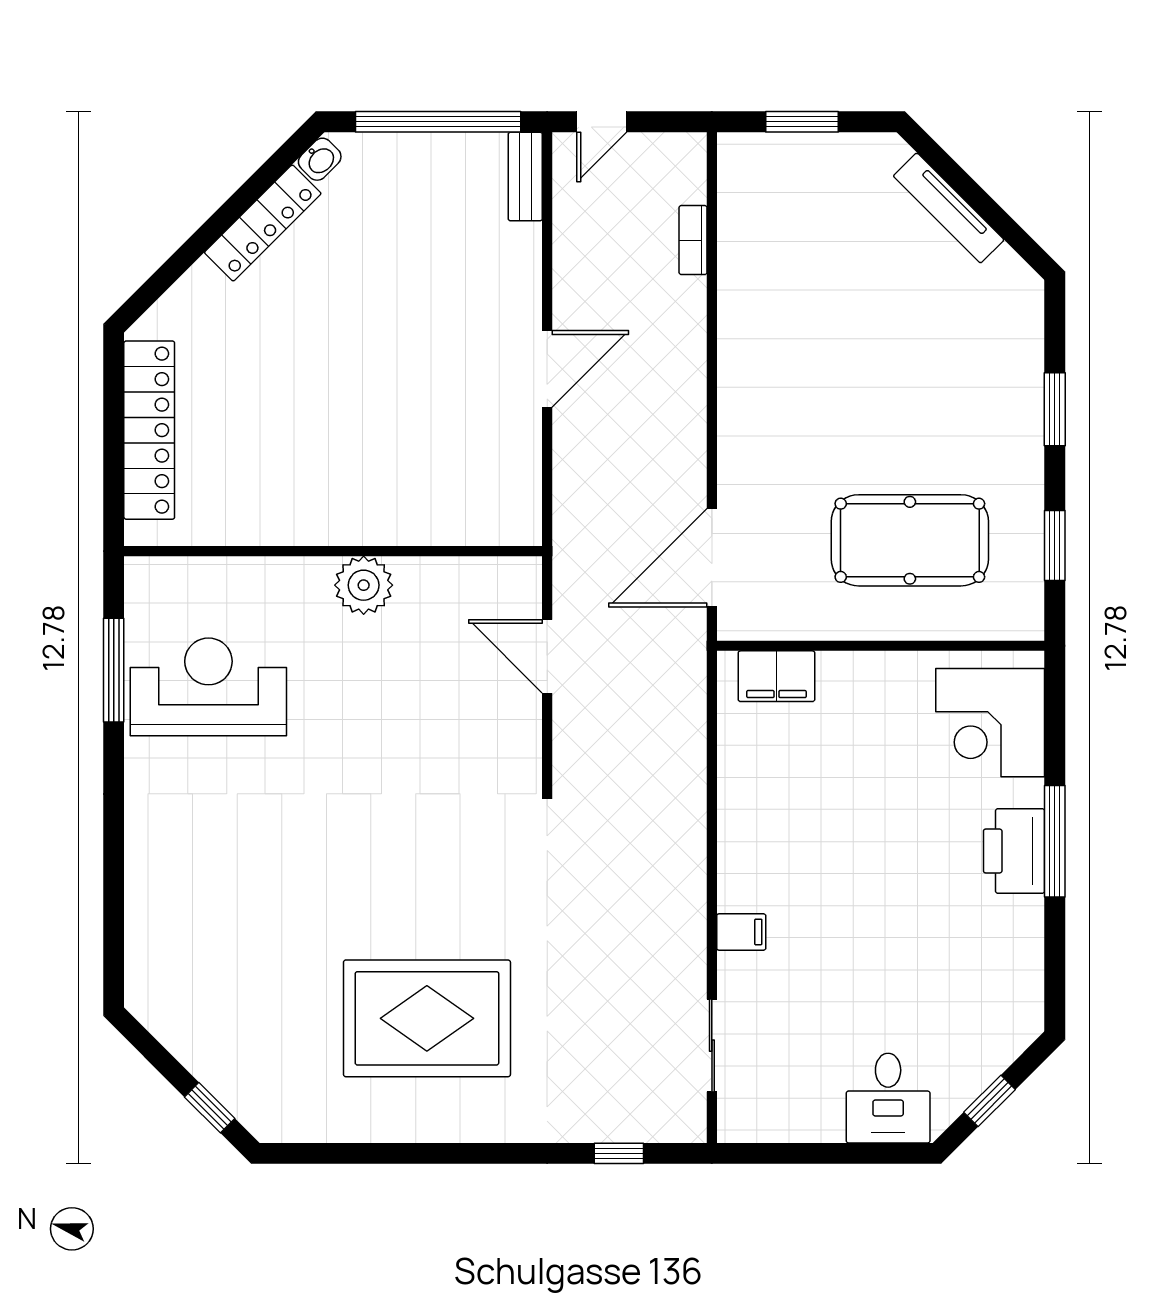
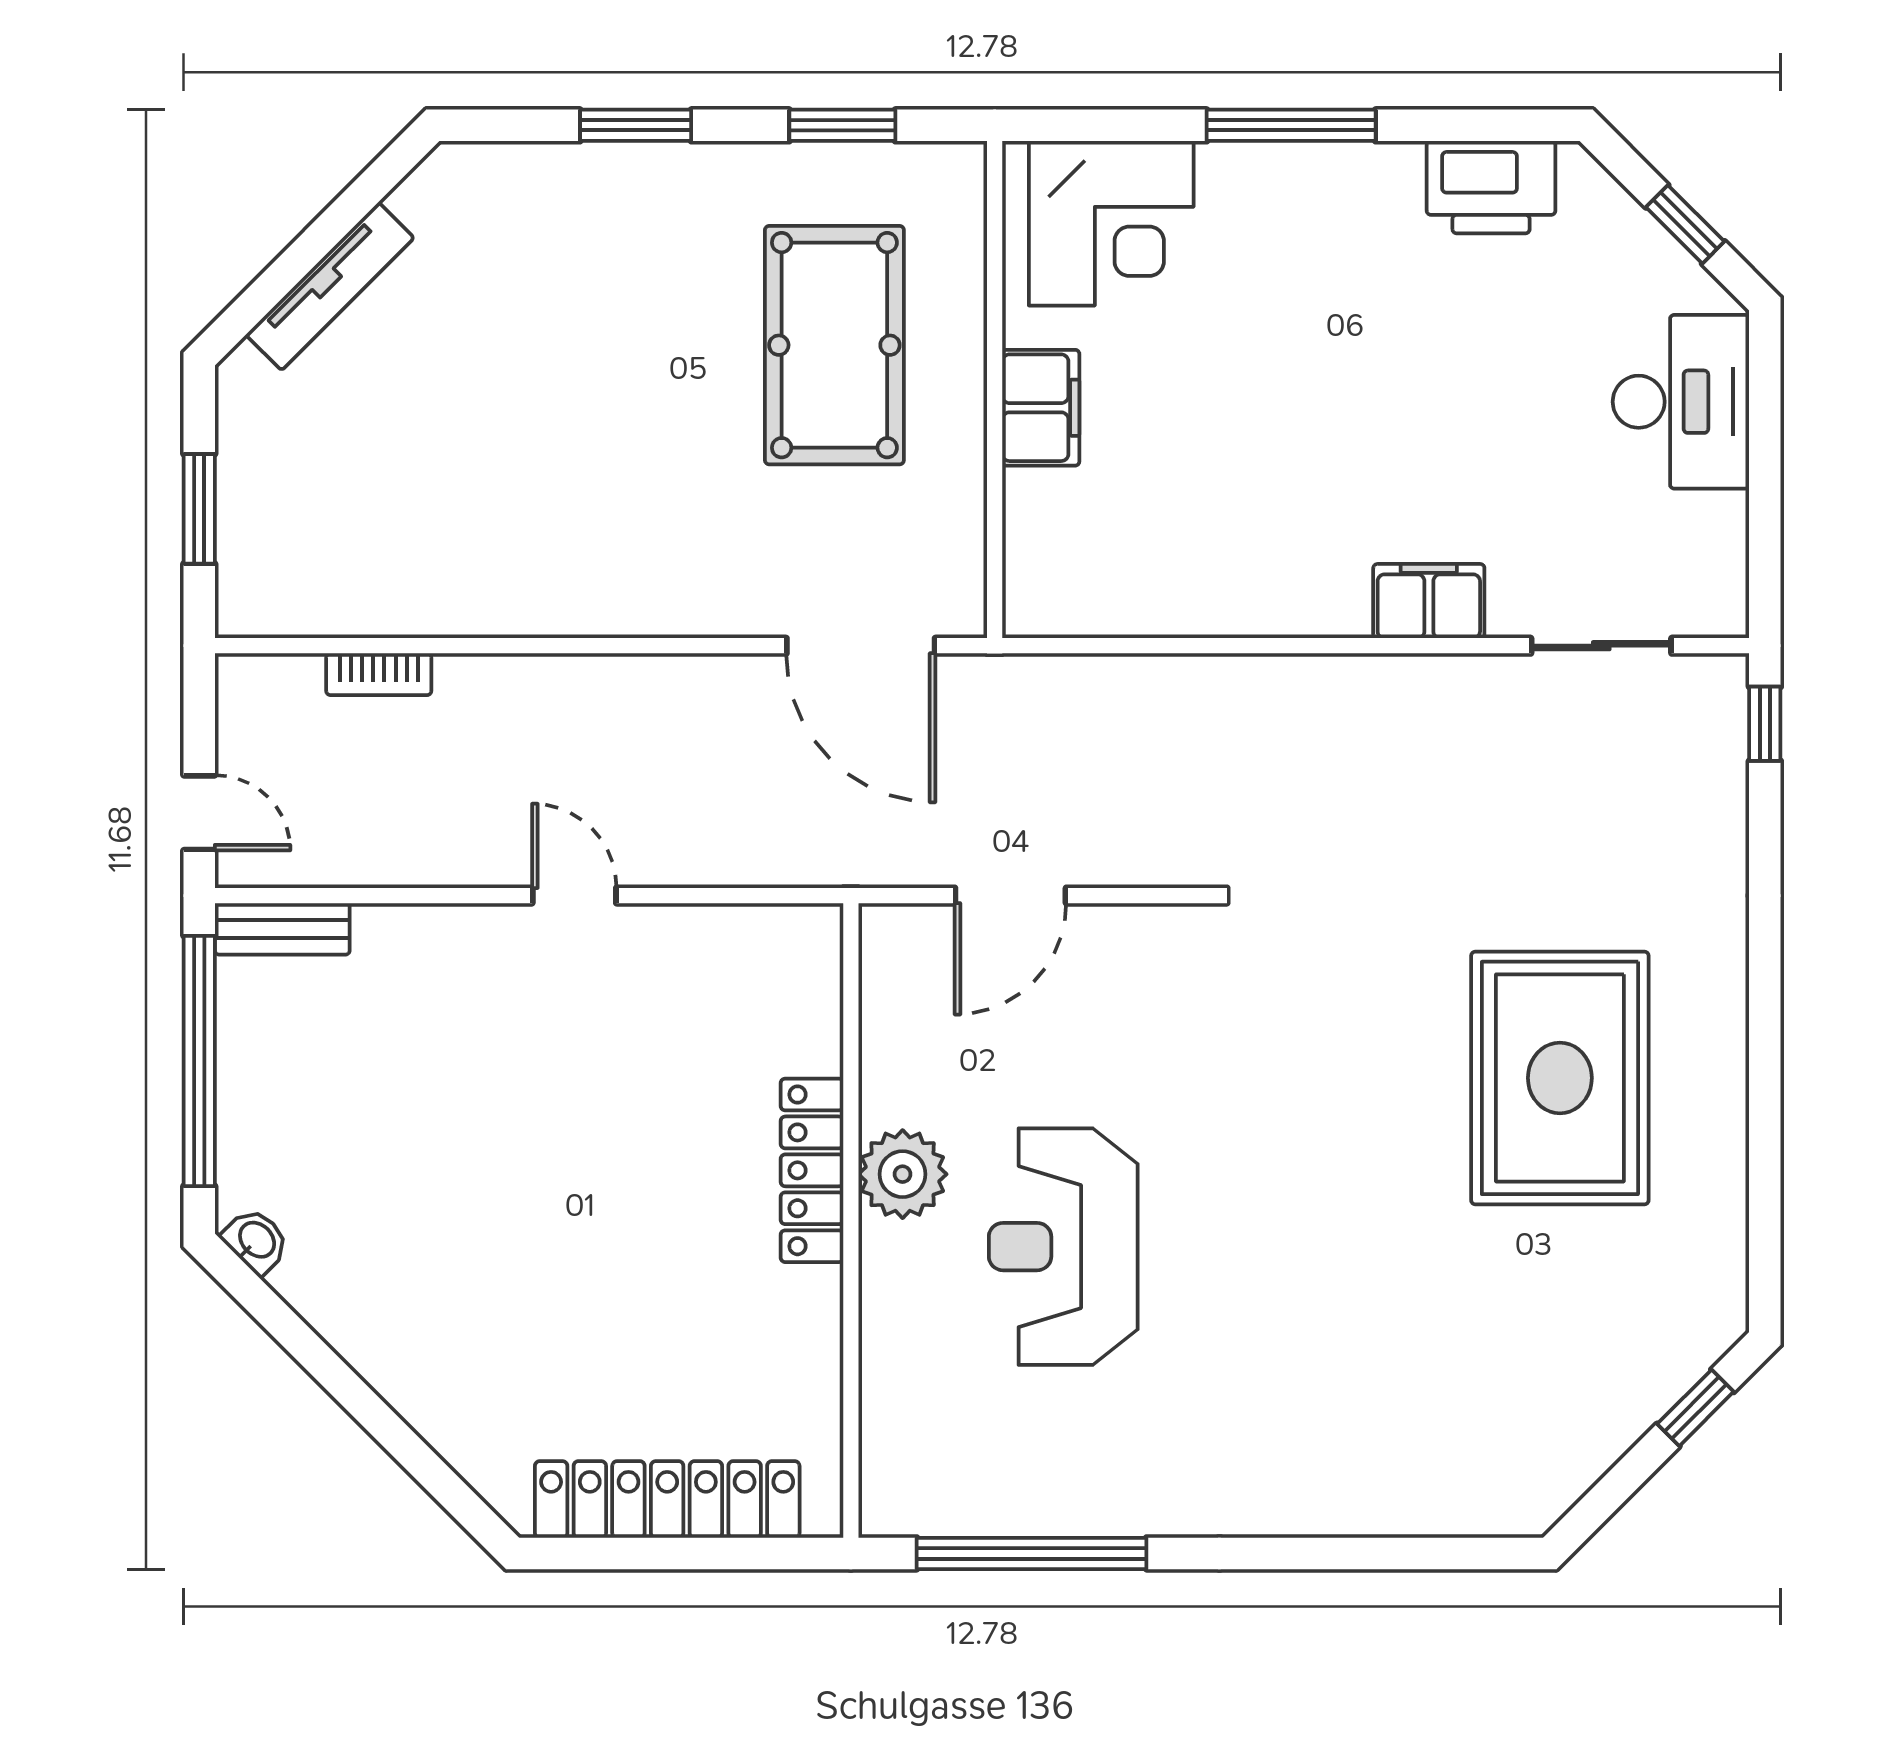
locker: (263, 223) -> (812, 1170), moved, turned -135
door: (547, 369) -> (574, 896), width x0.73
window: (114, 670) -> (1032, 1553), width x1.46
filing cabinet: (776, 676) -> (1041, 408), moved
reception desk: (208, 687) -> (1063, 1247), moved
printer: (1014, 851) -> (1491, 187), moved
filing cabinet: (741, 932) -> (1429, 601), width x2.00
desk: (888, 1098) -> (1681, 402), width x1.37
window: (619, 1153) -> (1765, 724), moved

